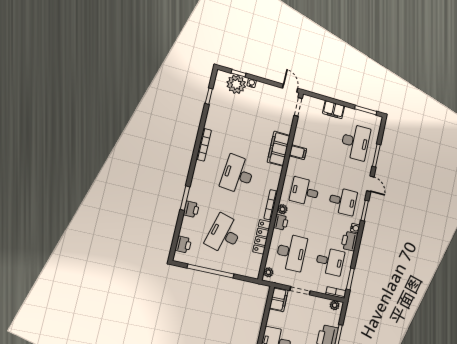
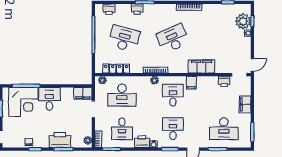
filing cabinet: (298, 152) -> (191, 83), moved
desk: (238, 174) -> (173, 39), turned -30
desk: (343, 201) -> (173, 129), turned 180
printer: (281, 222) -> (224, 81), moved
locker: (262, 237) -> (116, 69), moved

